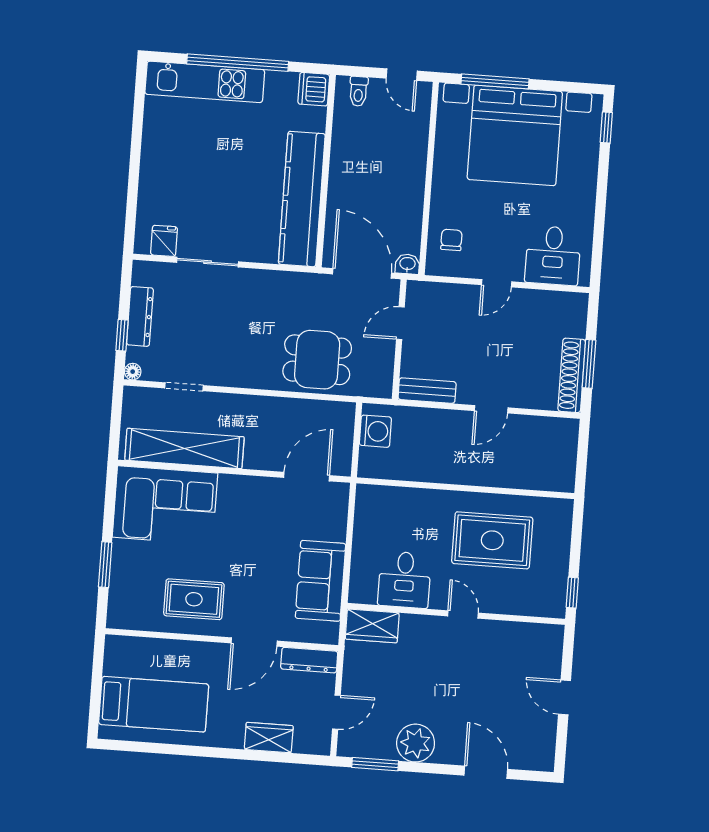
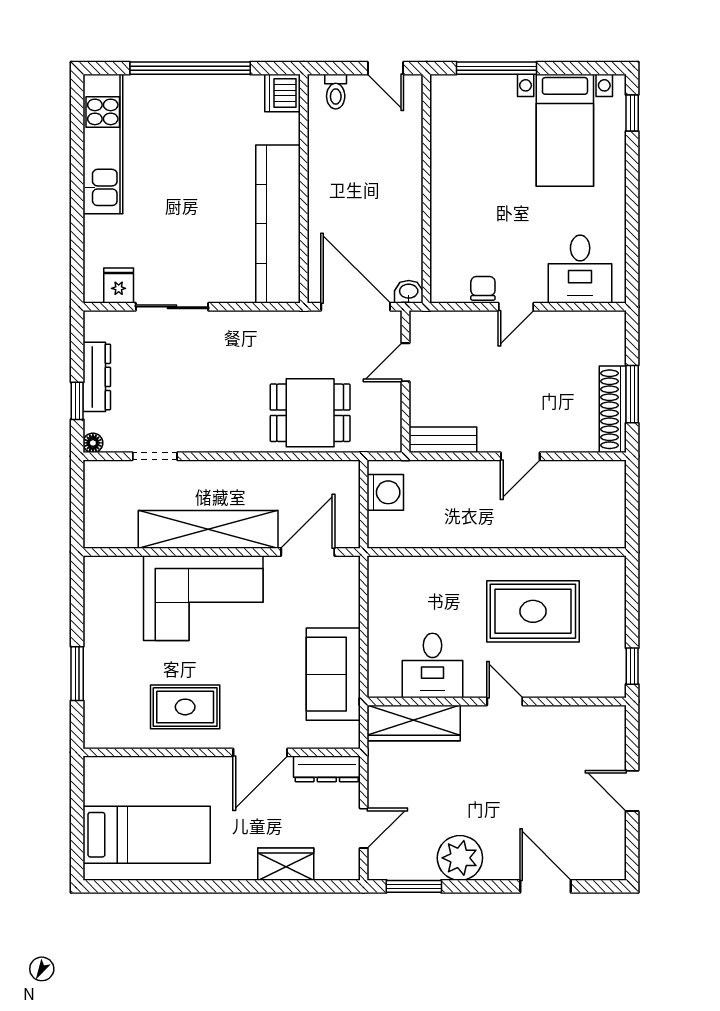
kitchen unit: (205, 82) -> (103, 144), moved, turned -90
bed with nightstands: (515, 135) -> (565, 130), width x0.54
chair: (451, 240) -> (483, 288), moved
shelving: (184, 448) -> (208, 529), moved
corner sofa: (165, 505) -> (203, 598), moved
wardrobe: (372, 626) -> (414, 723), width x1.50

